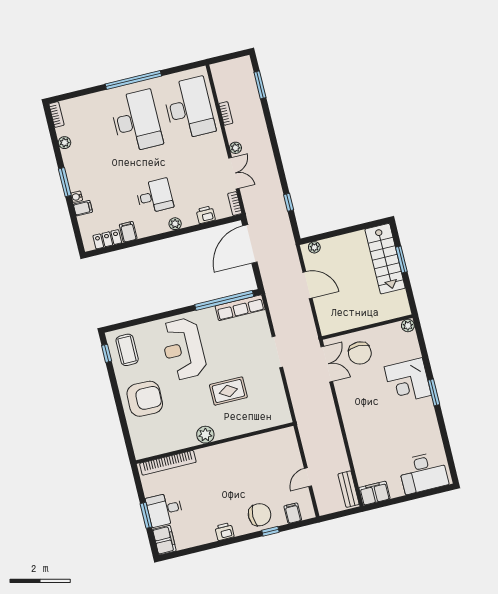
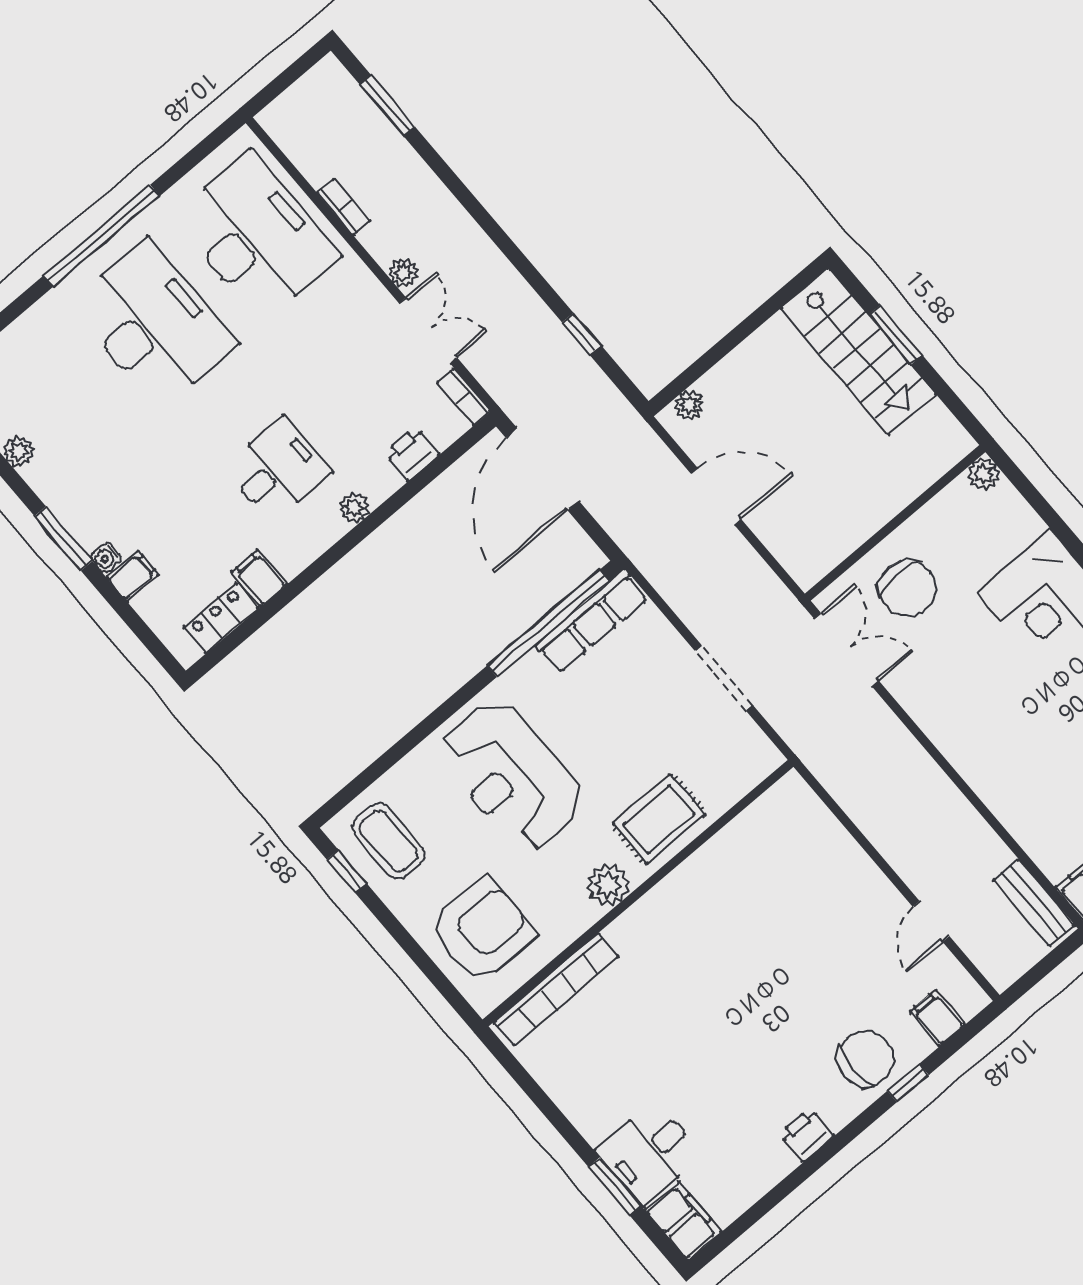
plant: (205, 435) -> (608, 885), moved
wall: (215, 443) -> (638, 893), moved
bookcase: (168, 463) -> (556, 989), moved

